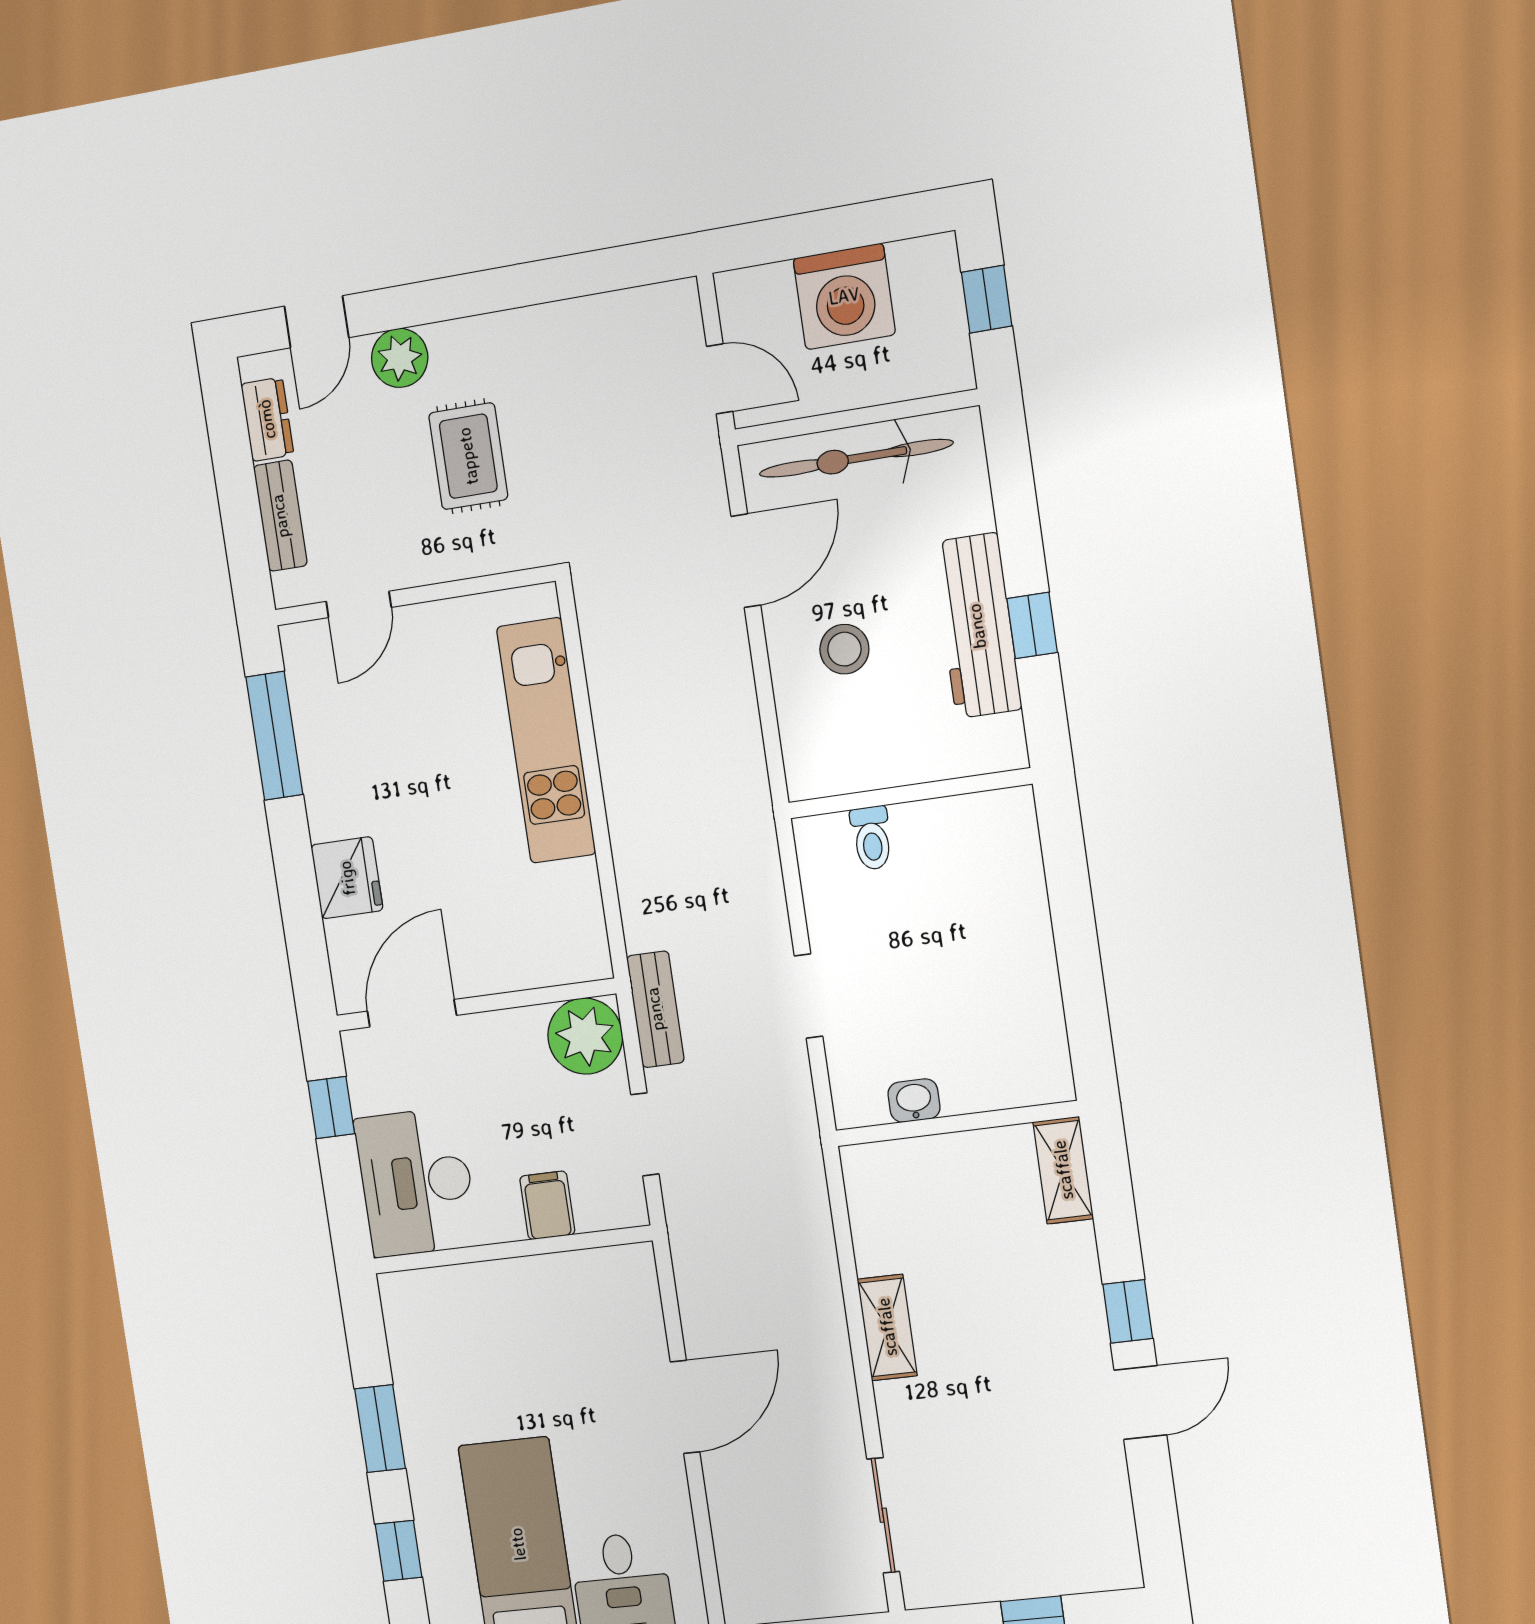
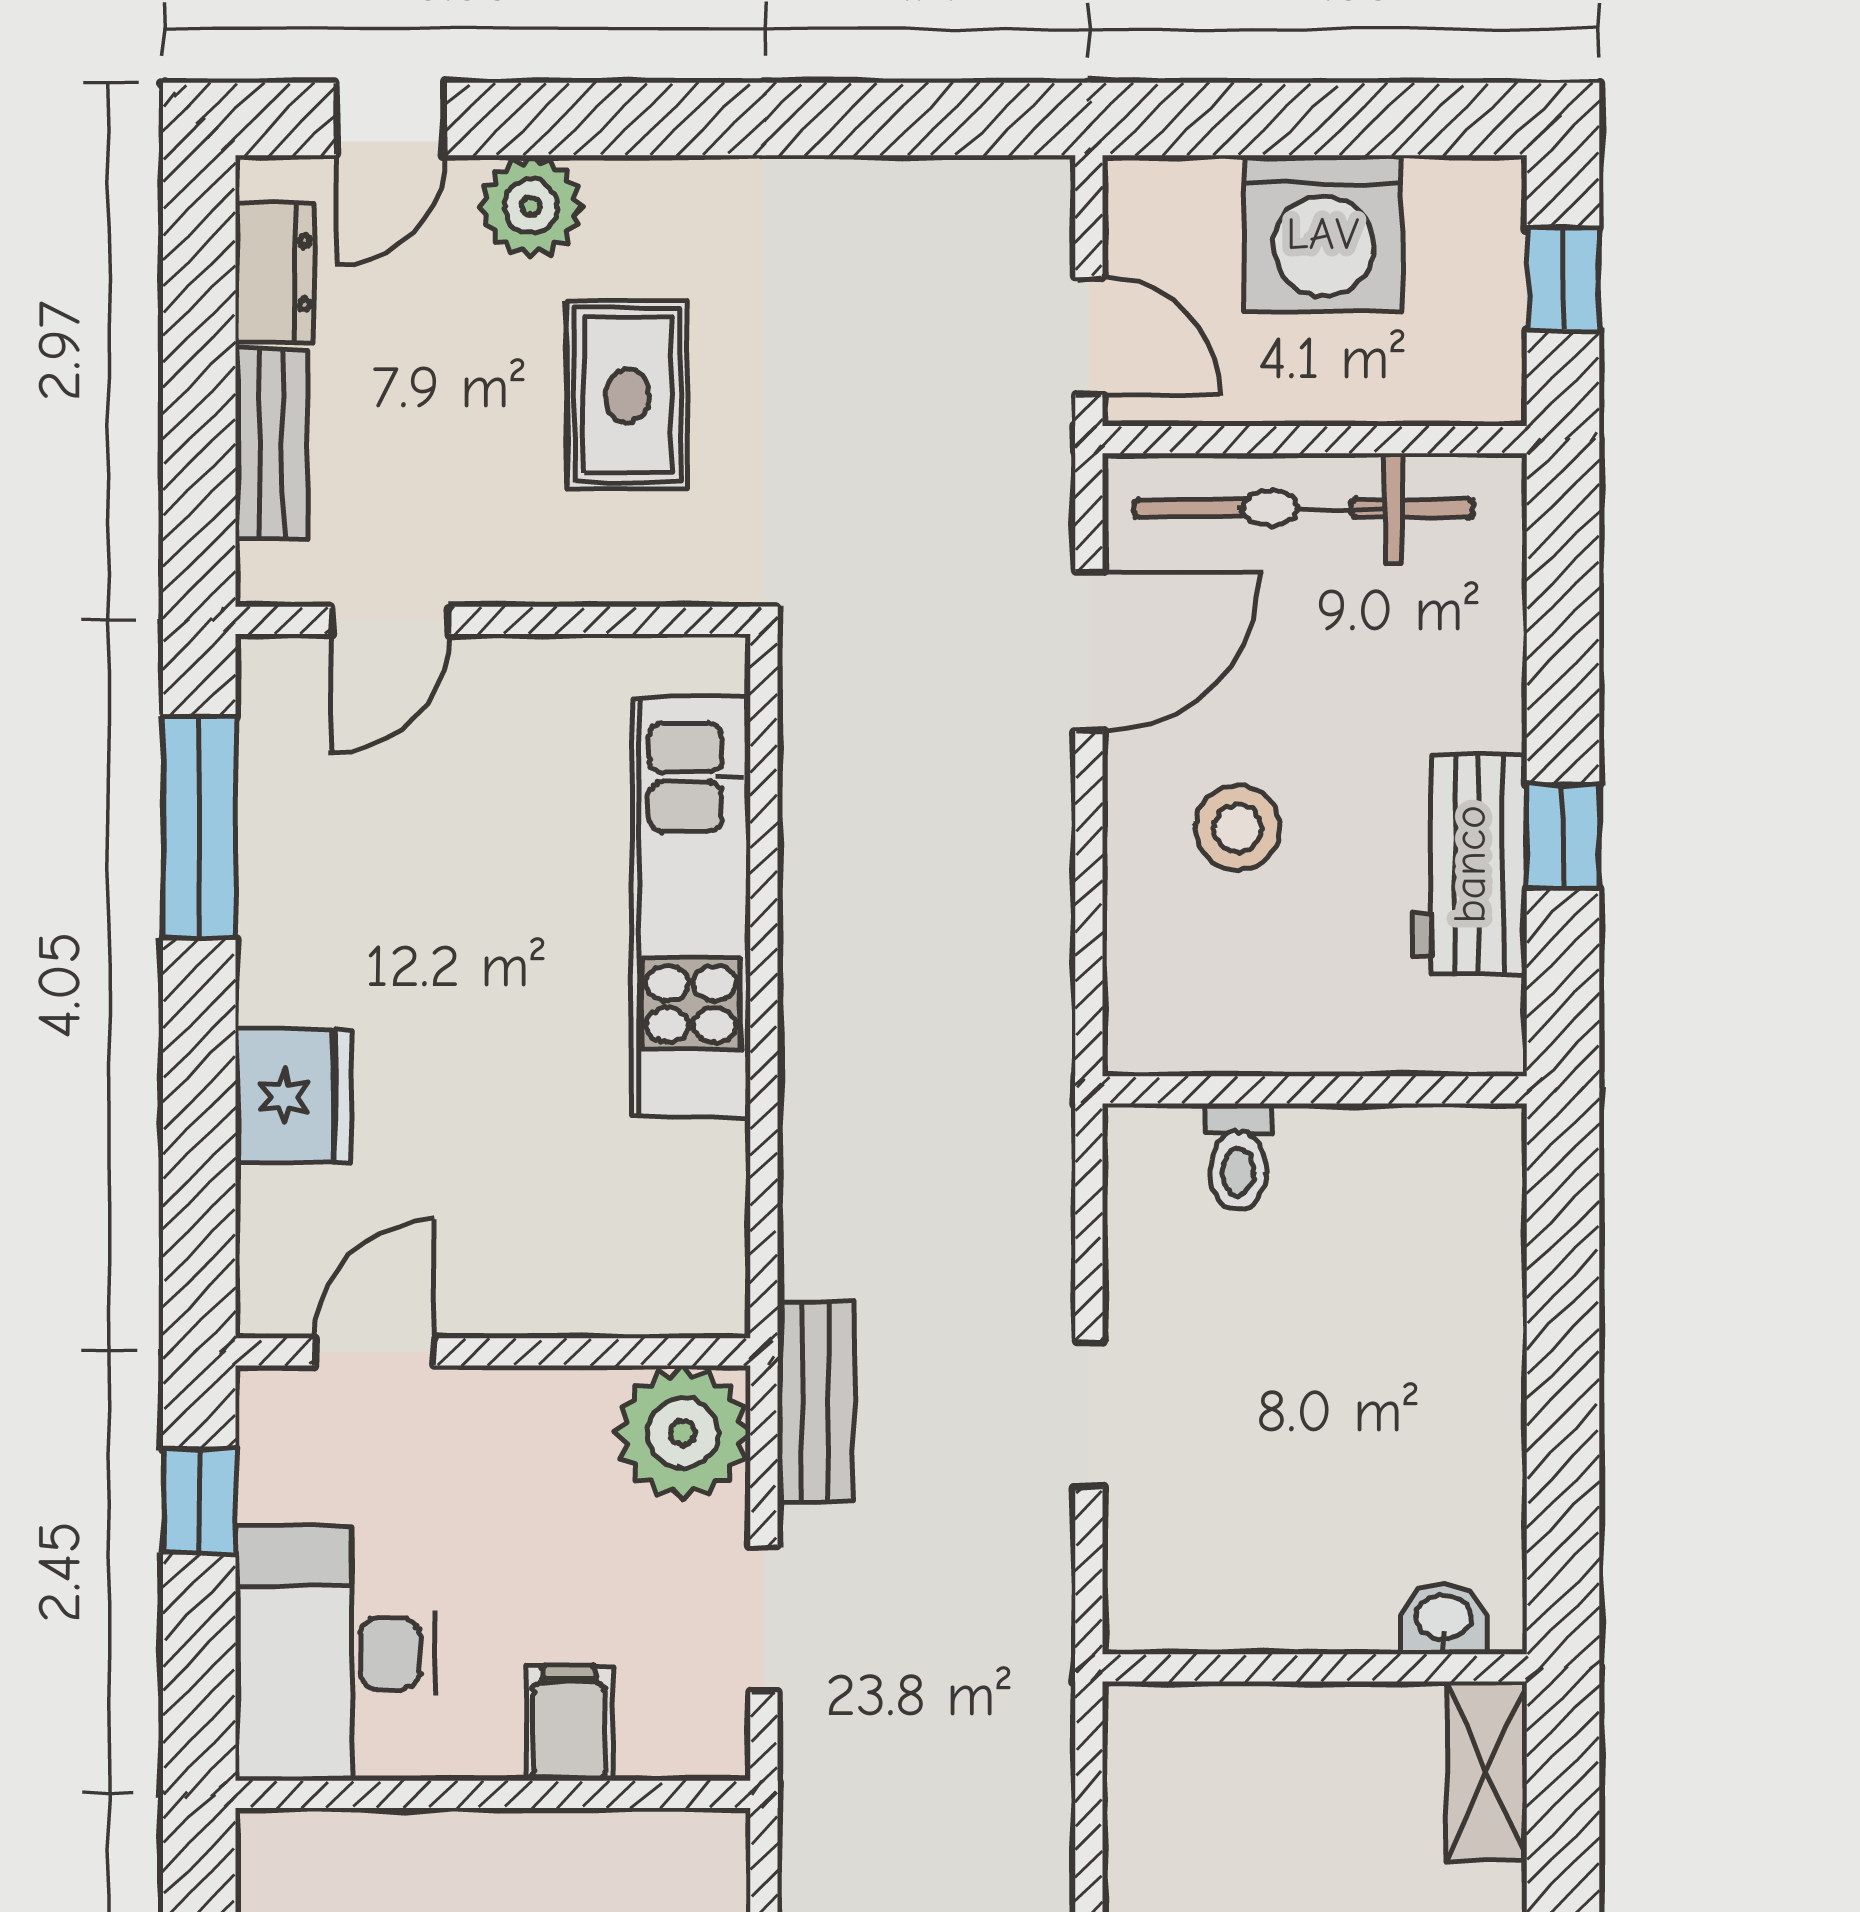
workbench: (977, 626) -> (1470, 864), width x0.73
door: (412, 1013) -> (374, 1352), width x0.73
washbasin: (914, 1101) -> (1444, 1619), moved

